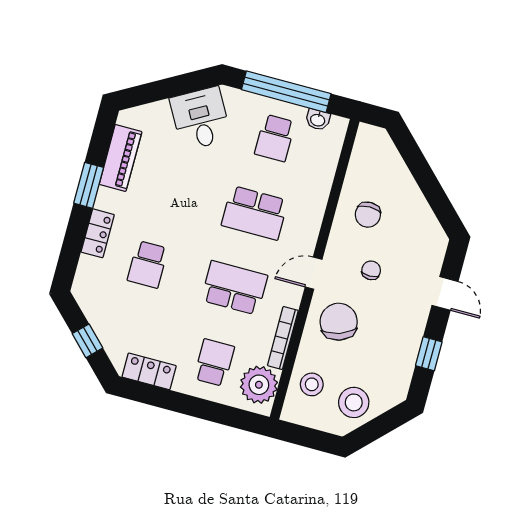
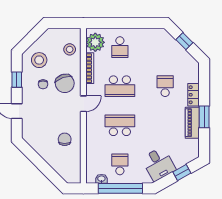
window: (160, 90) -> (182, 173), added
piano: (121, 158) -> (192, 123), moved
chair: (371, 270) -> (43, 84), moved
locker: (149, 371) -> (150, 34), removed
stool: (354, 402) -> (39, 60), moved

